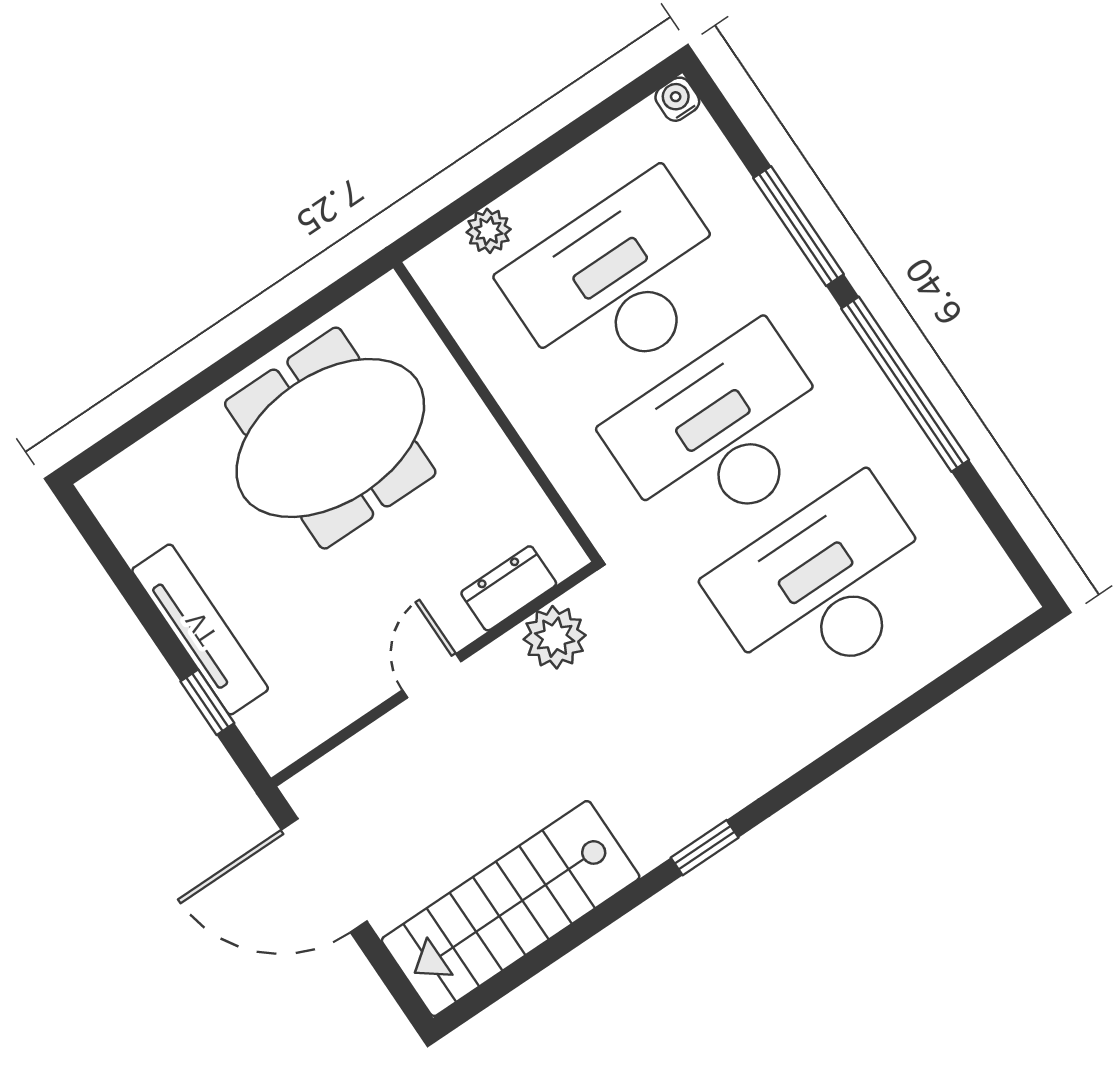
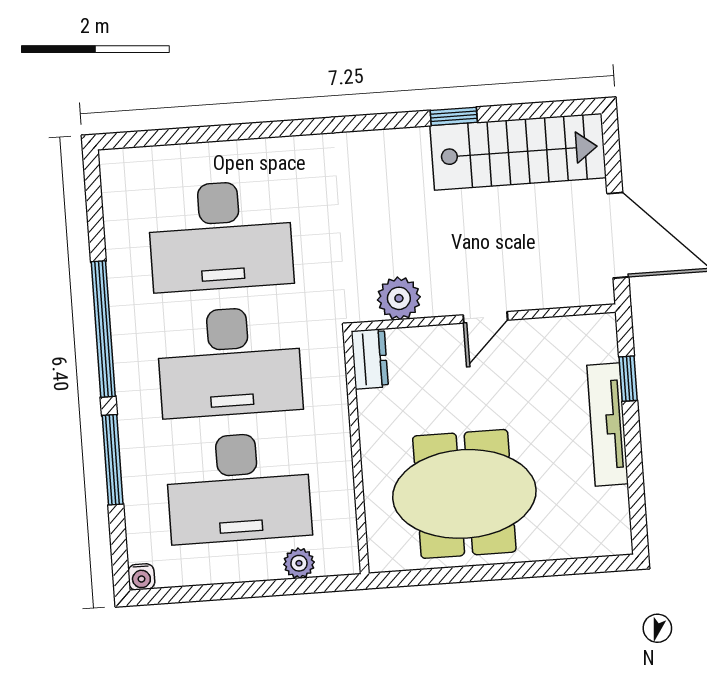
dresser: (509, 588) -> (370, 359), moved, turned -90
window: (705, 848) -> (454, 116), moved

